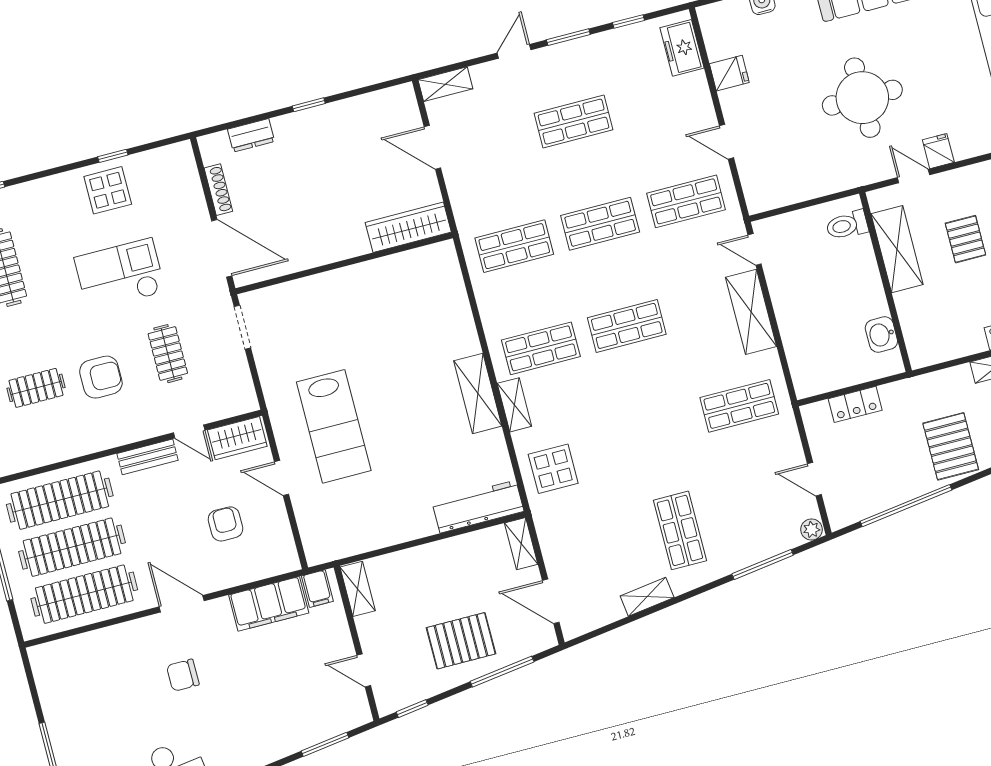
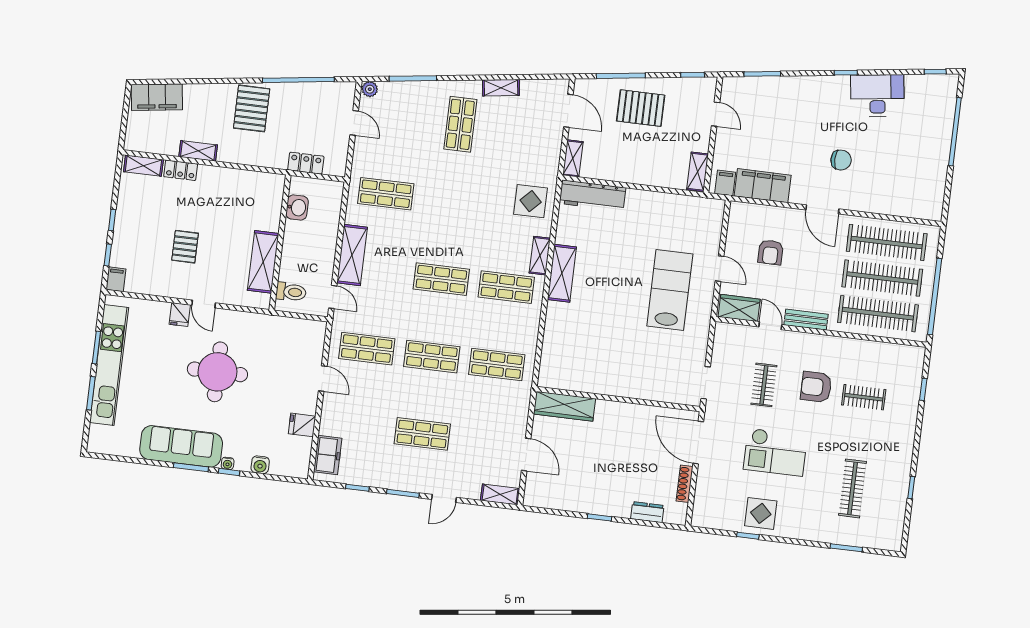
toilet: (847, 225) -> (291, 292), moved
shelving: (897, 249) -> (263, 262), moved
wall: (886, 282) -> (280, 242), moved
washbasin: (881, 335) -> (297, 207), moved

